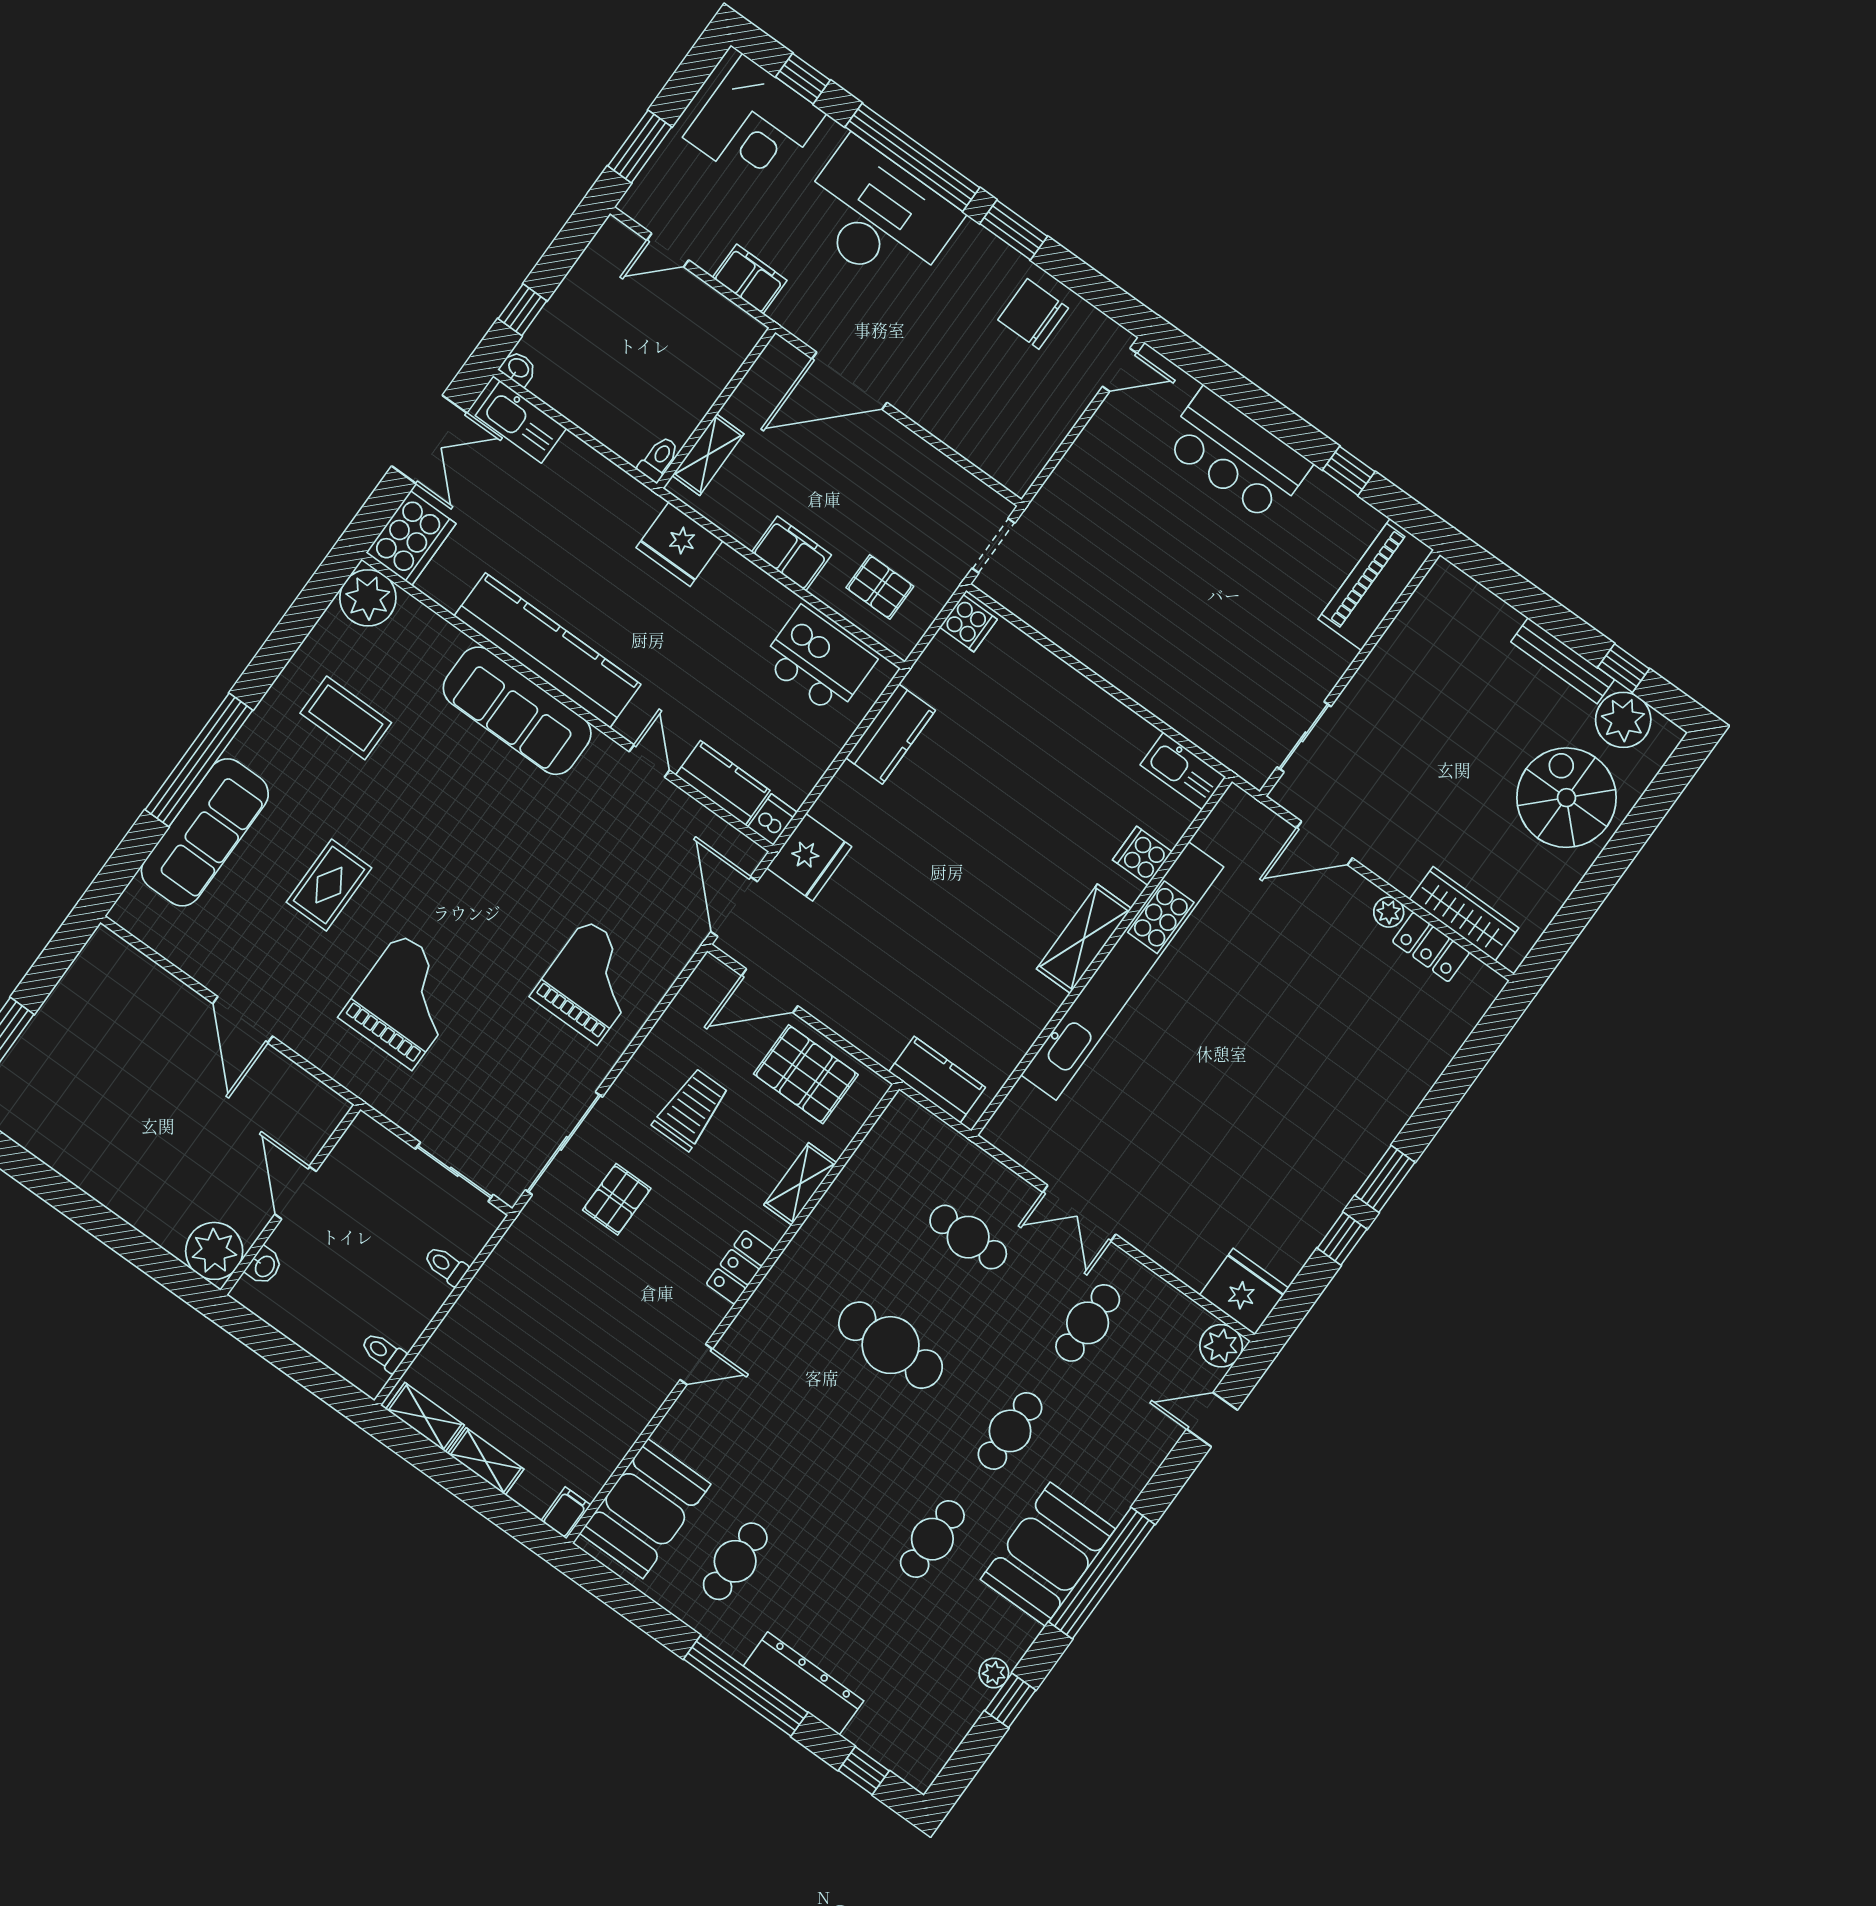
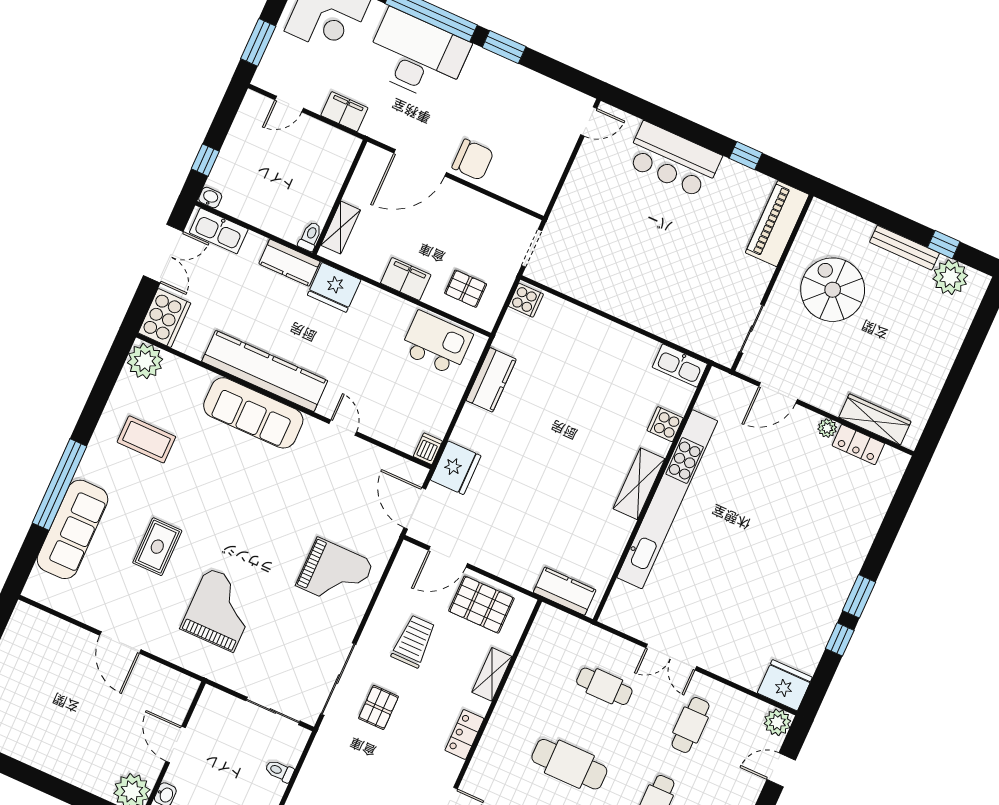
chair: (1033, 314) -> (473, 160), moved, turned 180
kitchen counter: (723, 783) -> (289, 263), moved, turned 180
spiral stairs: (1566, 798) -> (833, 290), moved
grand piano: (591, 982) -> (335, 574), turned 90

